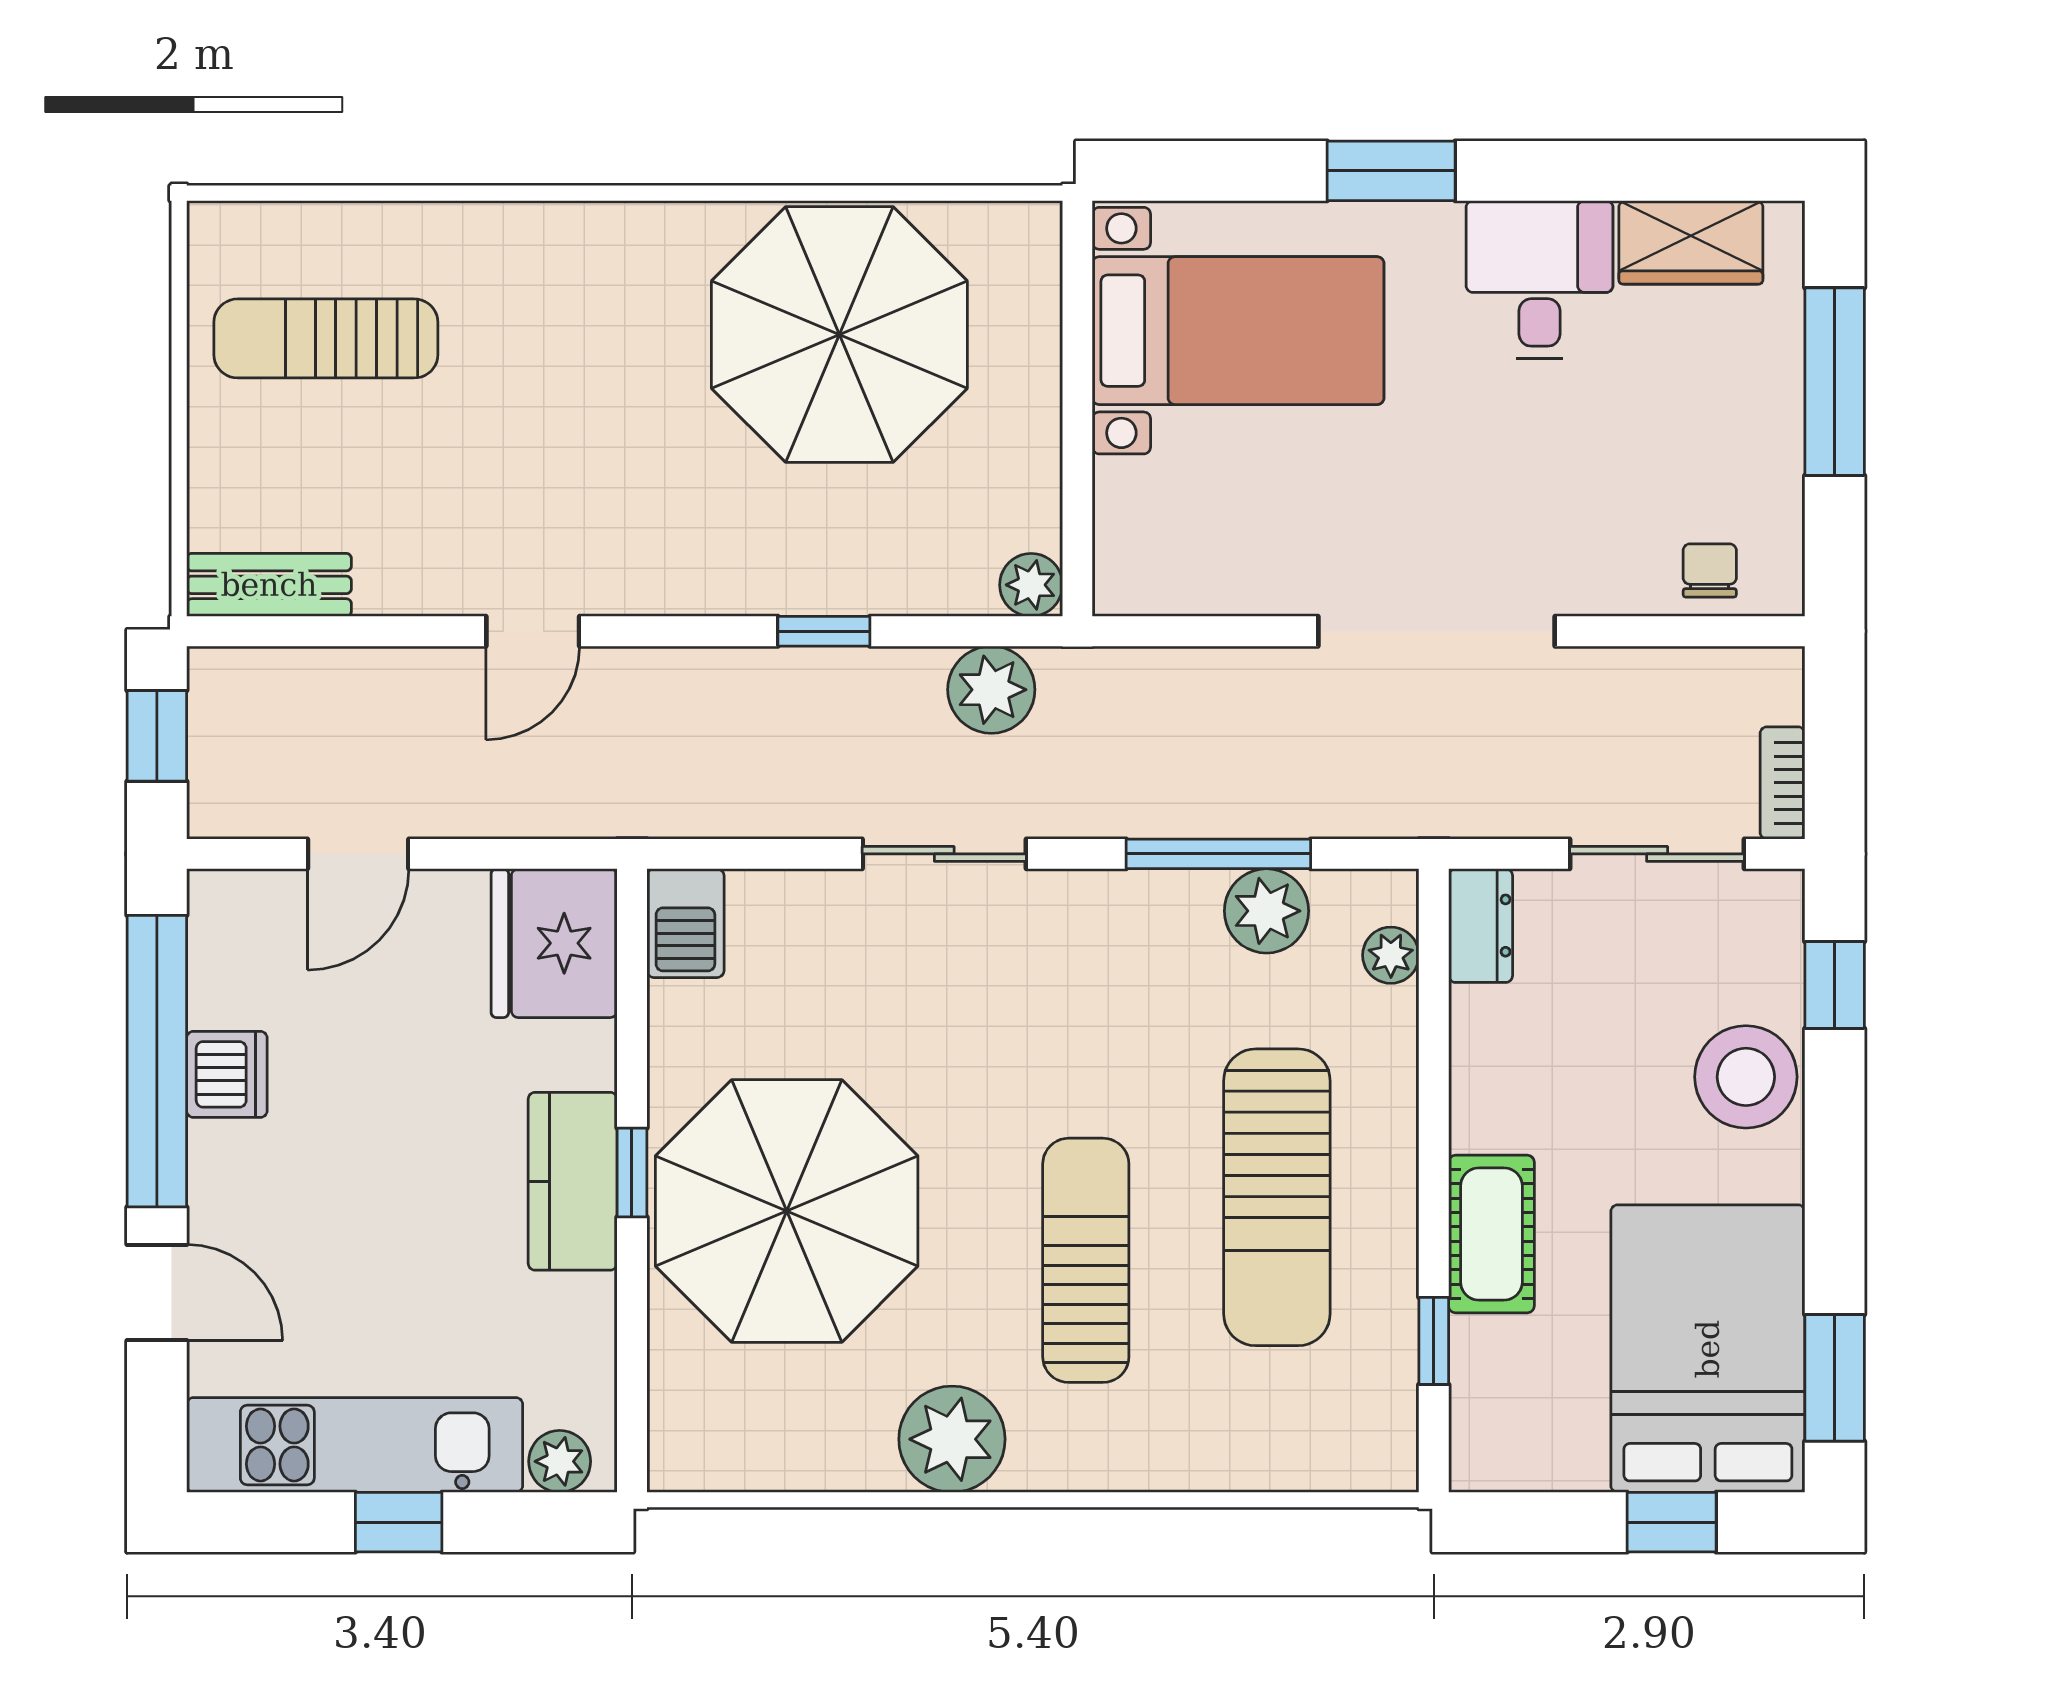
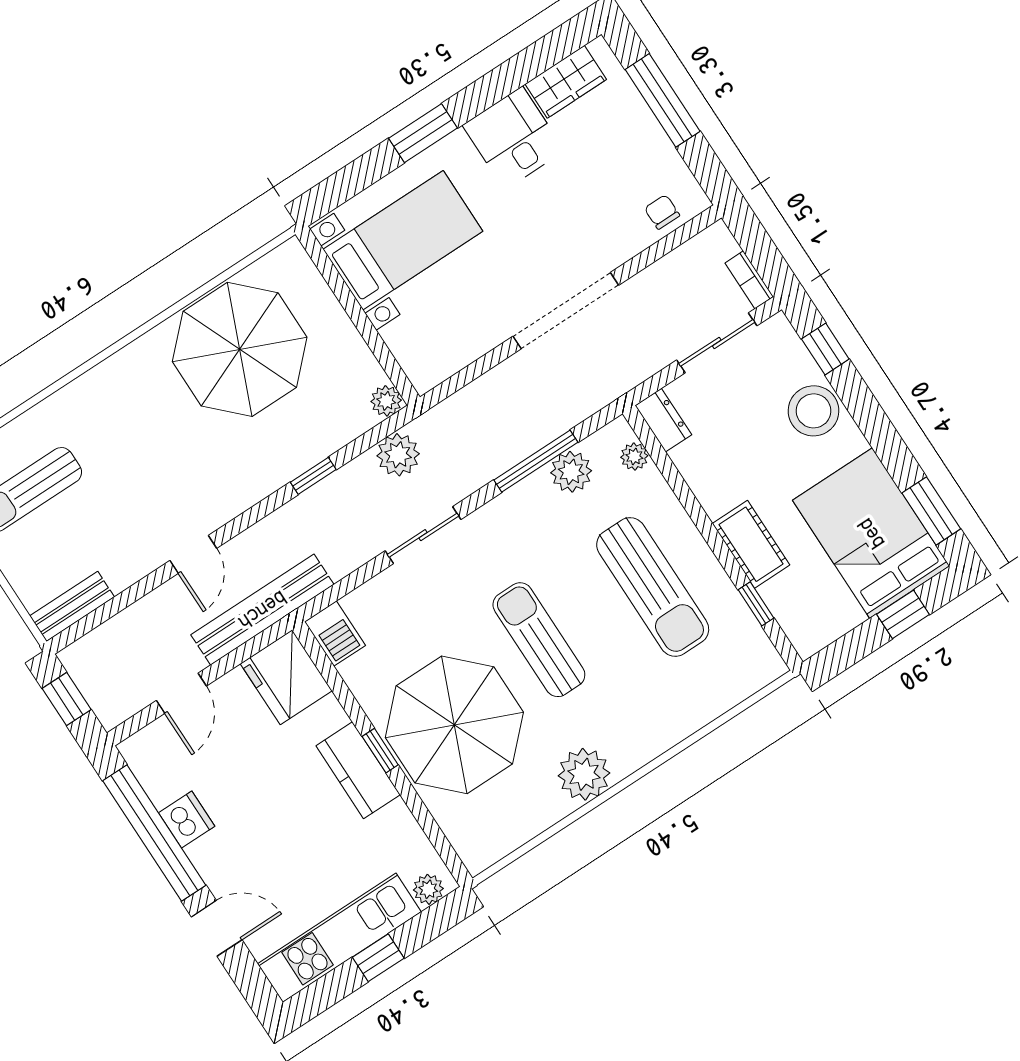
bench: (589, 802) -> (262, 610), added
sun lounger: (1086, 1260) -> (539, 640), moved

